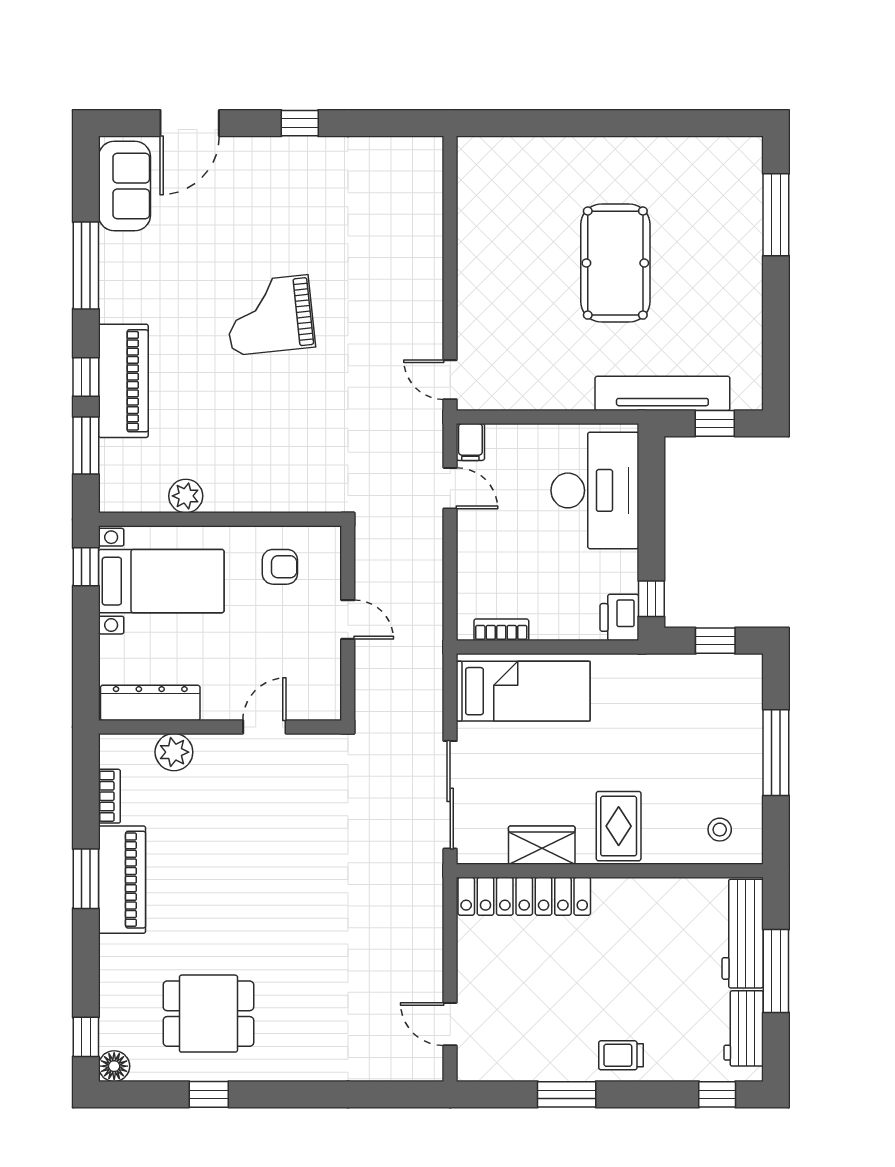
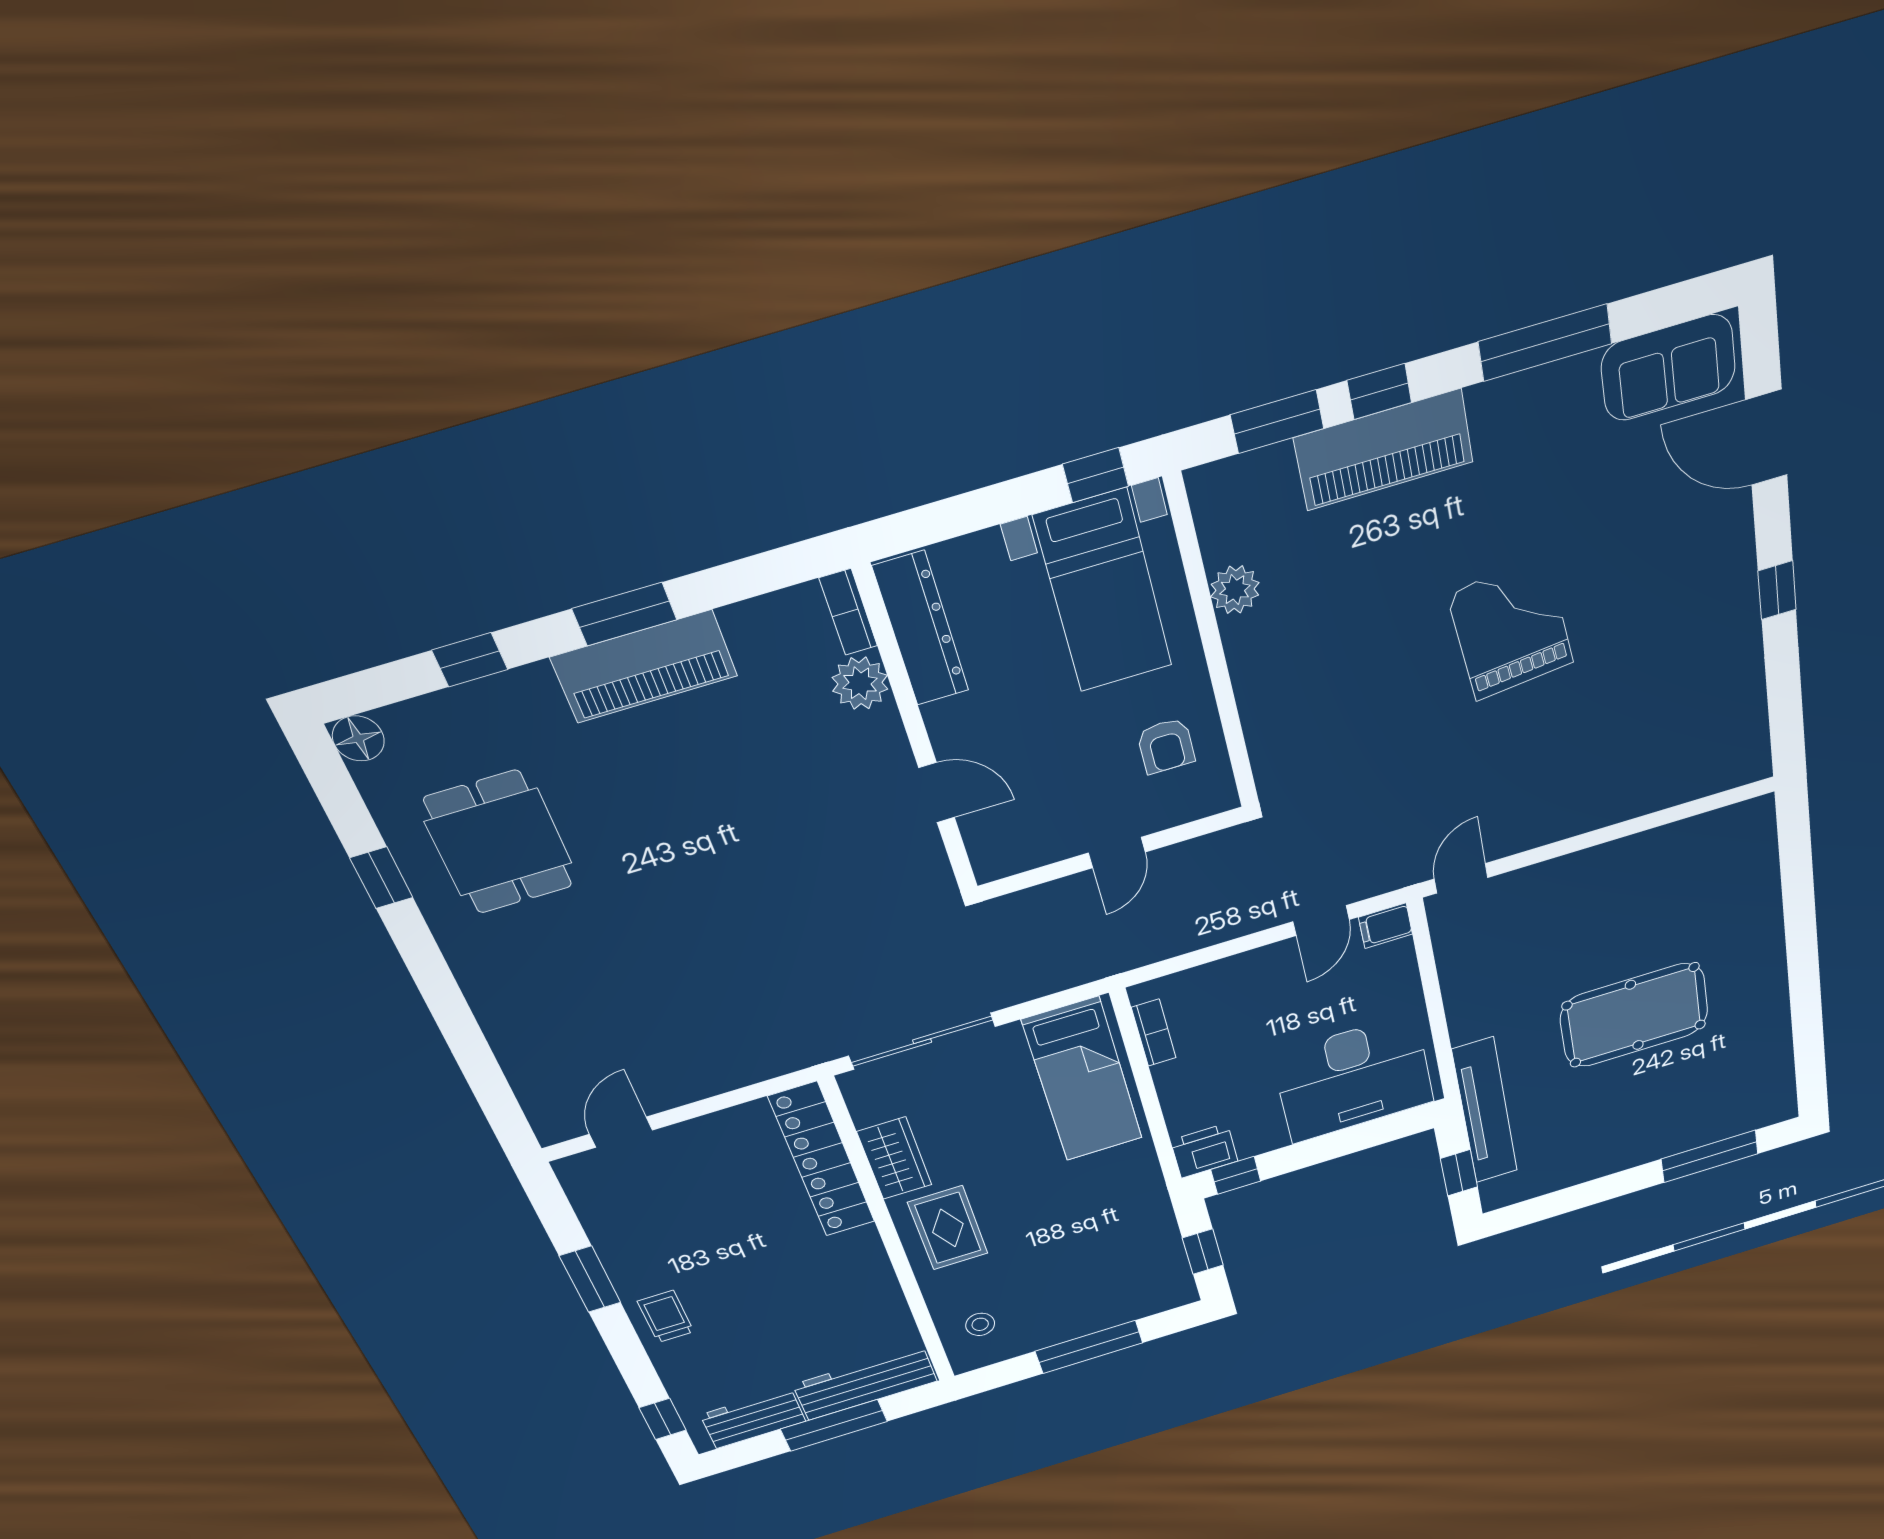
bookcase: (109, 796) -> (848, 612), moved, turned 90
rug: (619, 826) -> (948, 1228), turned 90
window: (86, 1037) -> (470, 660), moved

